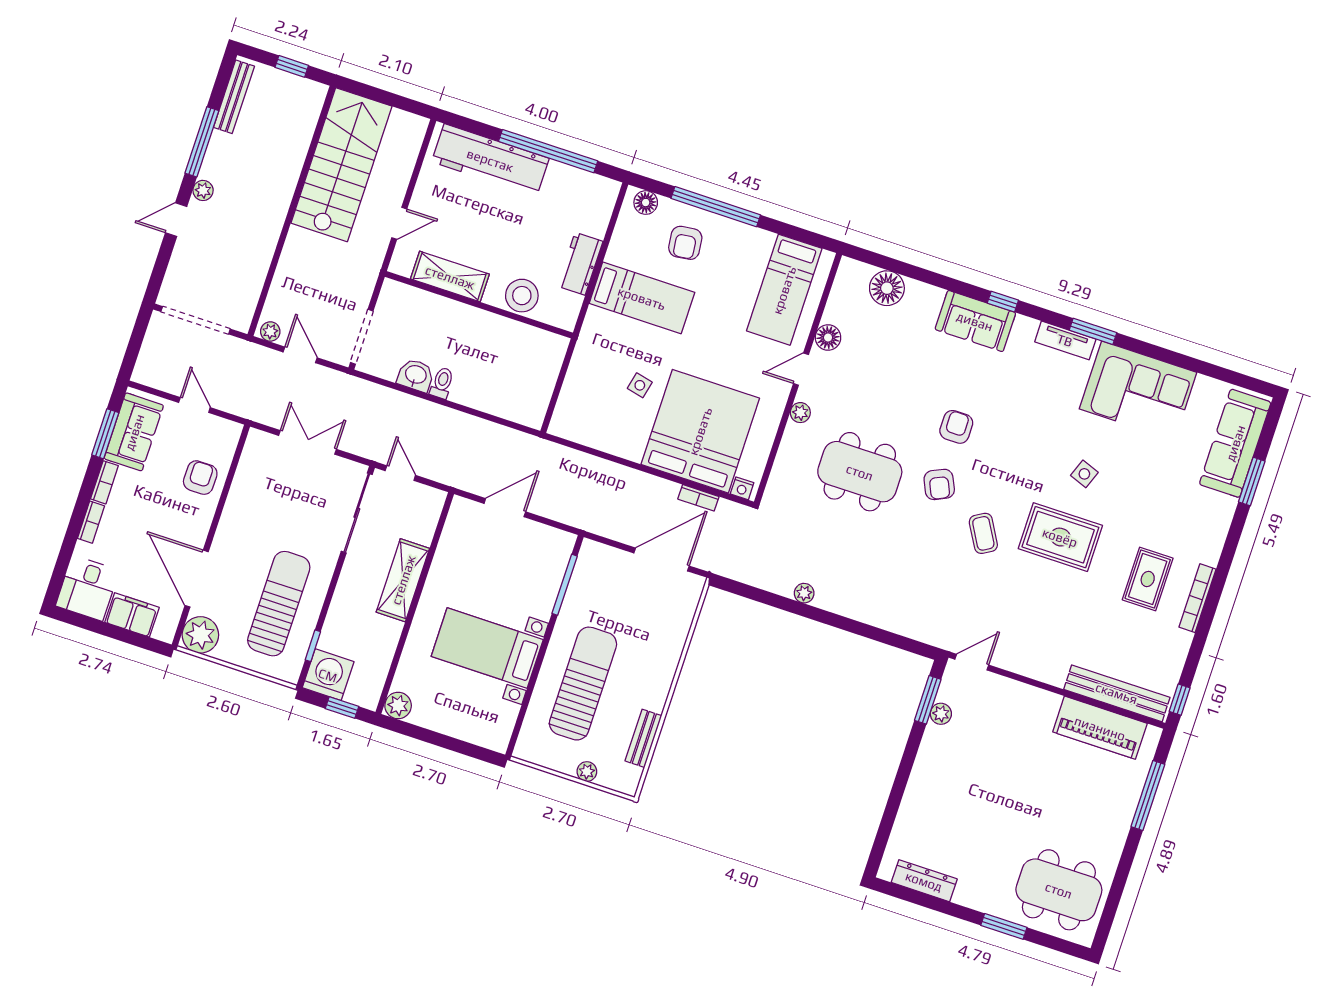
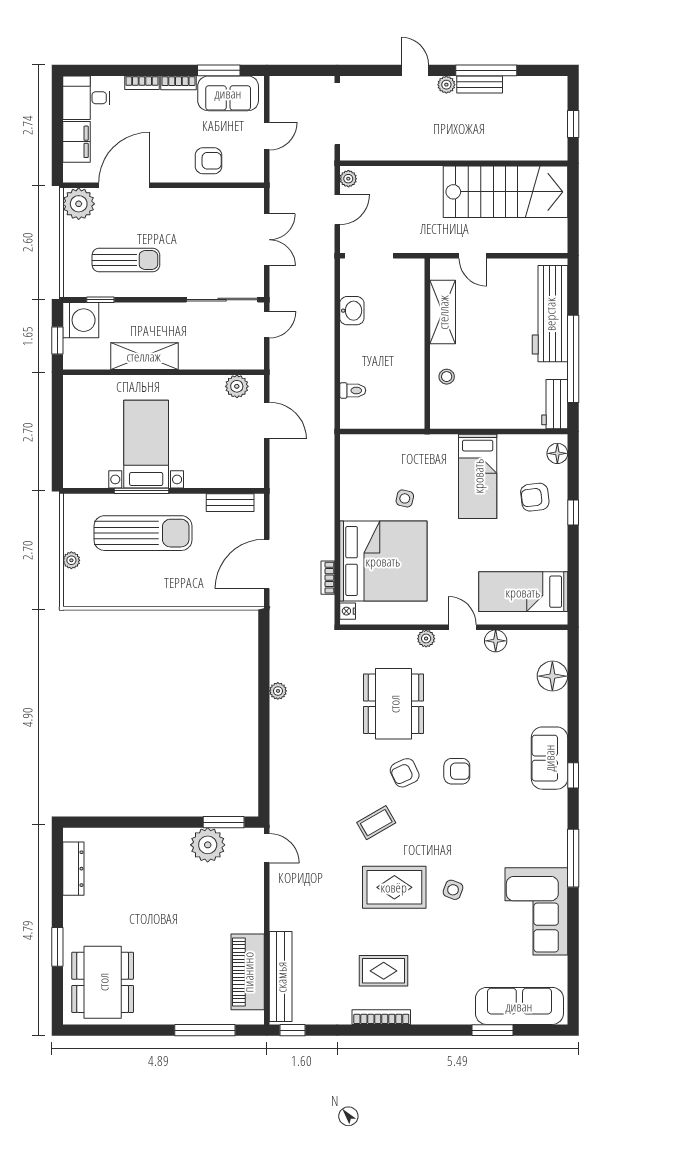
bench: (234, 97) -> (480, 85), moved, width x0.73
window: (716, 207) -> (573, 512), width x0.32
workbench: (580, 264) -> (555, 404), moved, turned -90
stool: (522, 296) -> (447, 377), width x0.53, depth x0.53
window: (1093, 331) -> (573, 858), width x1.44
tv unit: (1065, 340) -> (558, 838), removed
toilet: (442, 383) -> (353, 390), moved
rug: (1060, 537) -> (394, 887), turned 90
door: (662, 559) -> (267, 564), swing flipped
shelving: (403, 580) -> (144, 356), moved
window: (565, 585) -> (141, 491), moved
sun lounger: (279, 604) -> (126, 260), width x0.73, depth x0.75
plant: (398, 705) -> (237, 386), moved
plant: (941, 714) -> (208, 845), width x1.88, depth x1.88
bench: (643, 738) -> (230, 503), moved

